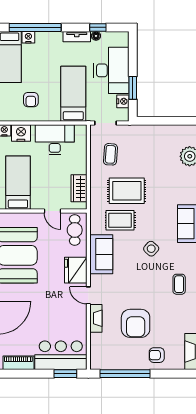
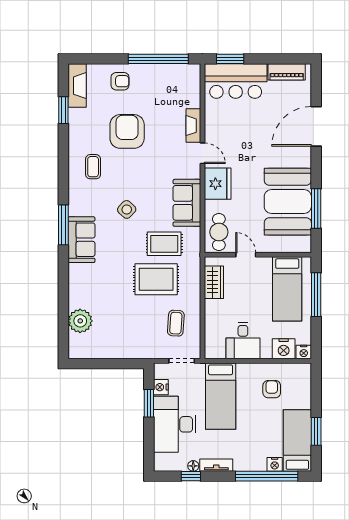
desk: (55, 140) -> (243, 341), width x0.73
armchair: (136, 323) -> (127, 131), moved

